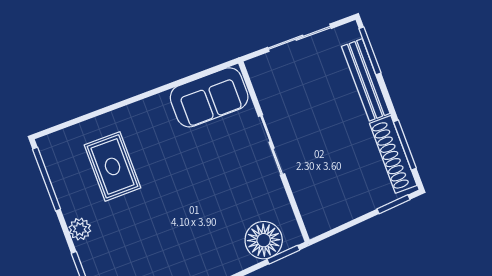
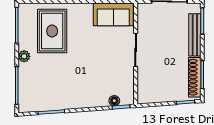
rug: (112, 166) -> (52, 31), width x1.36, depth x1.43
floor lamp: (264, 240) -> (114, 101), width x0.53, depth x0.53

